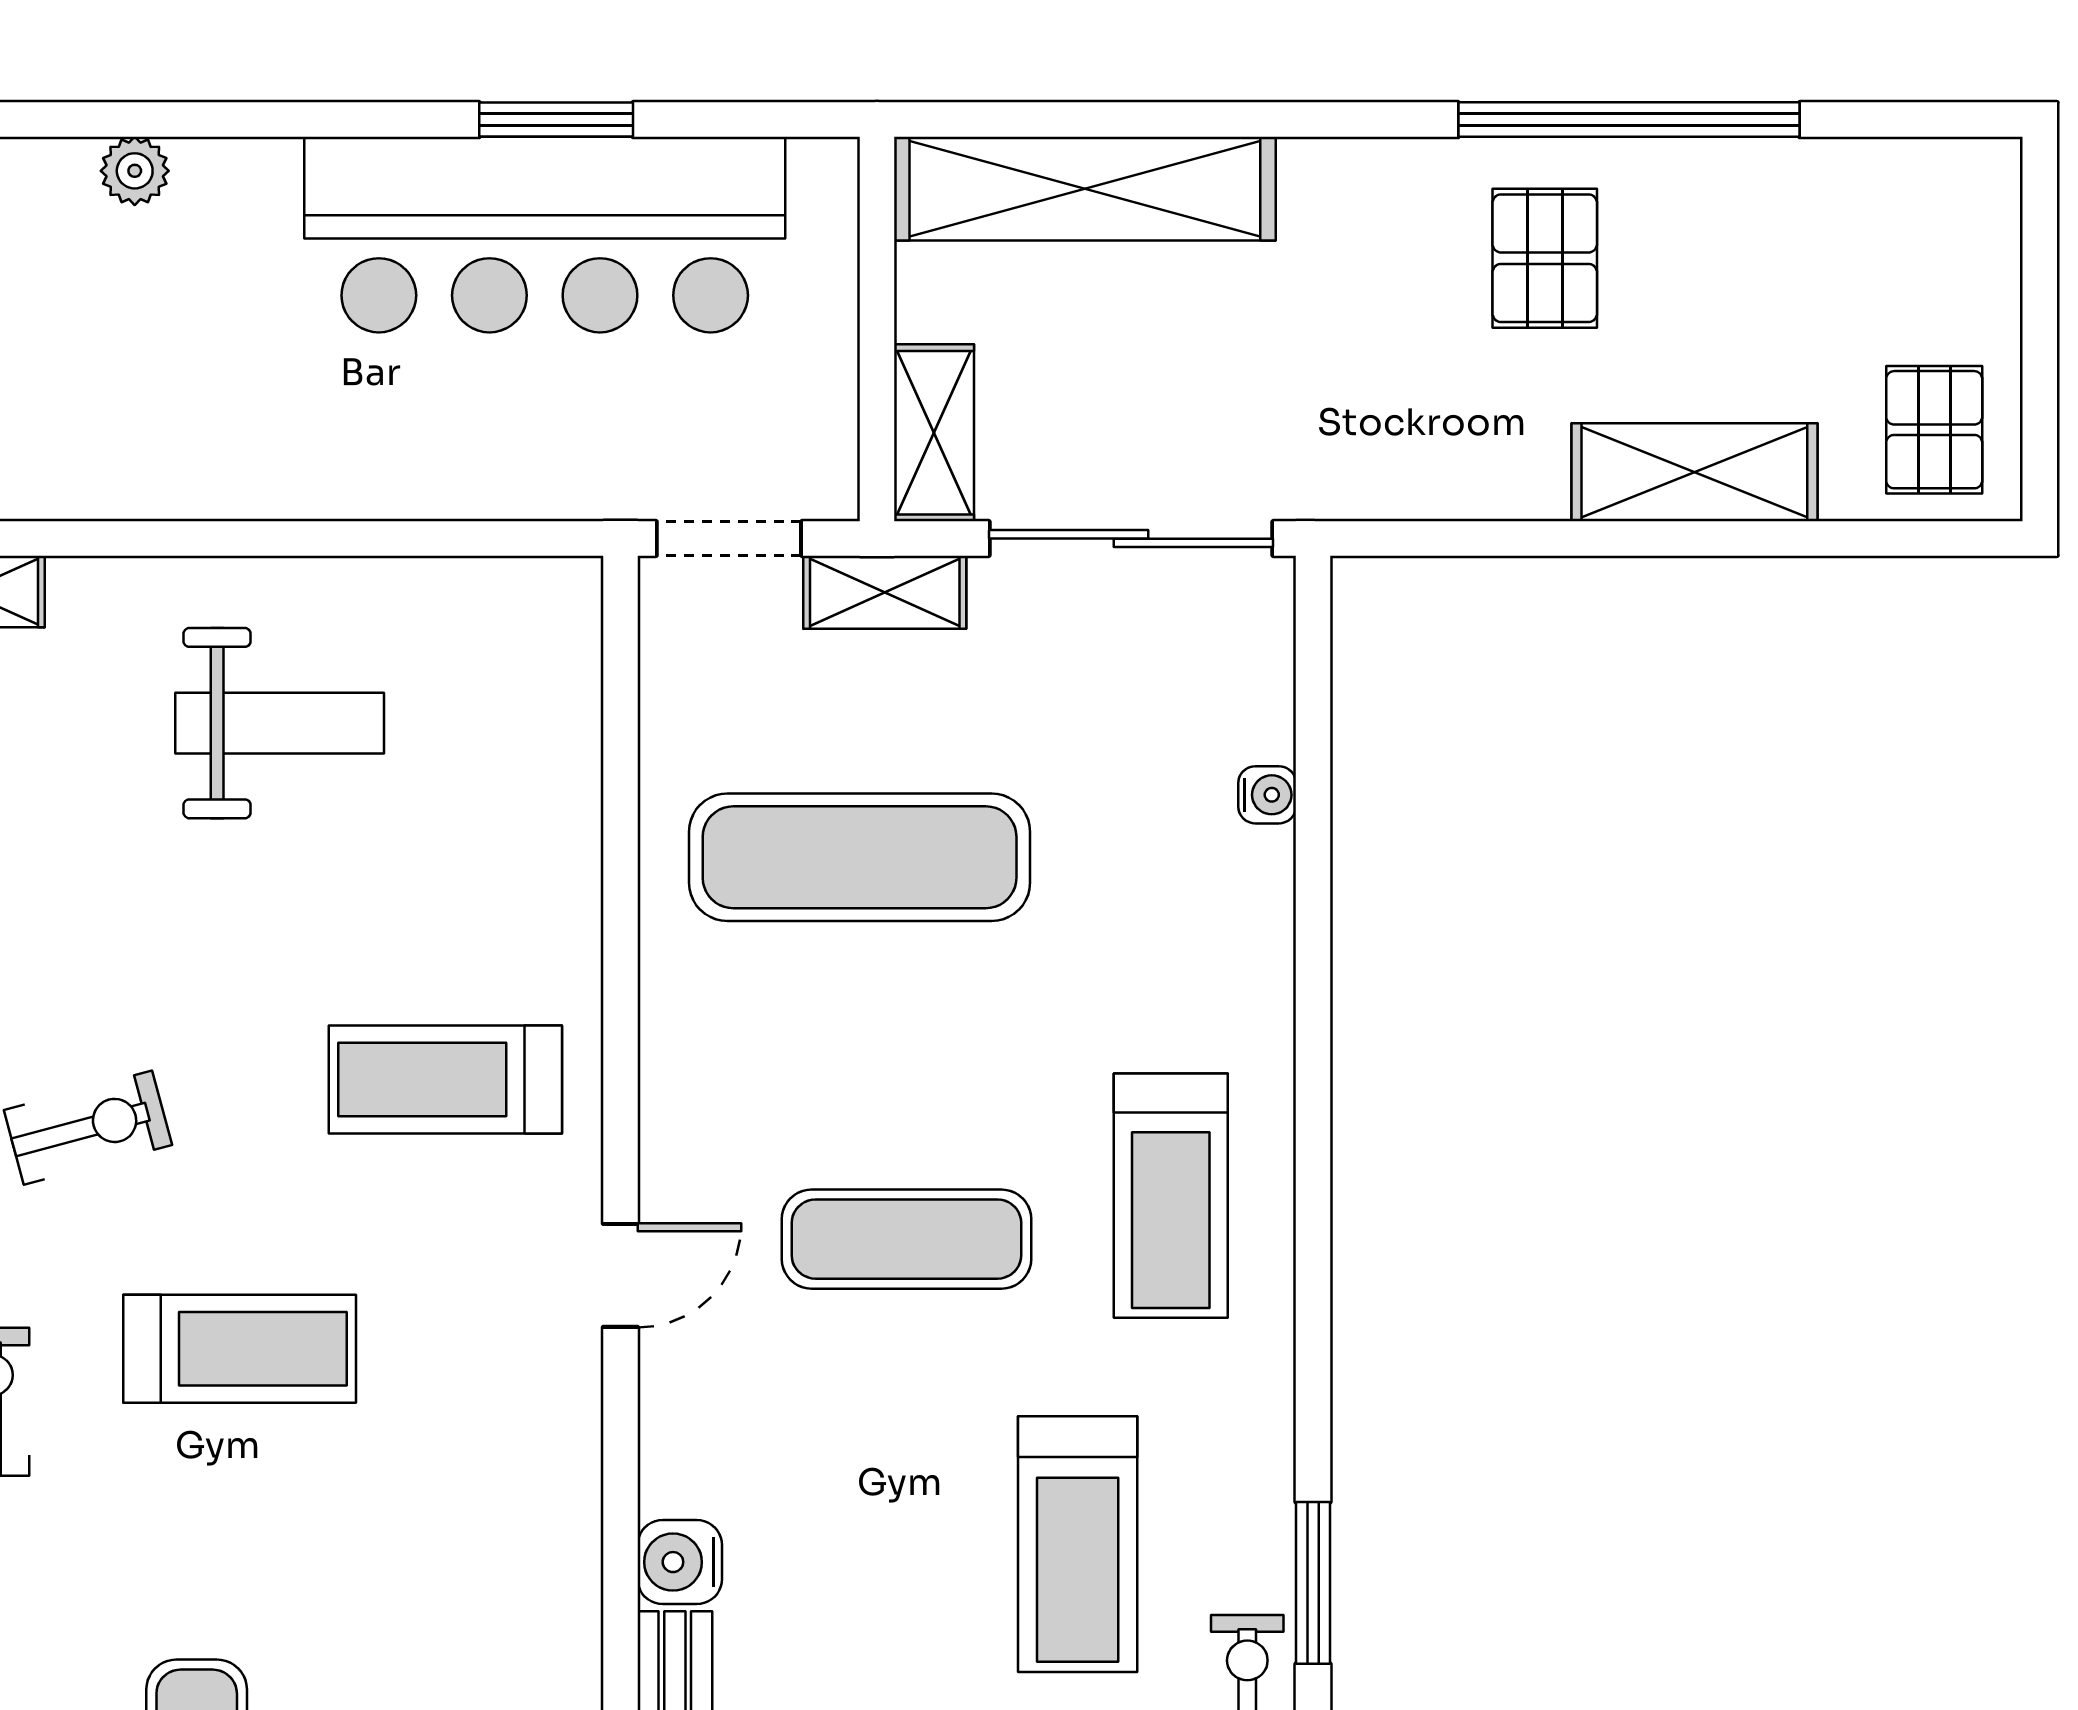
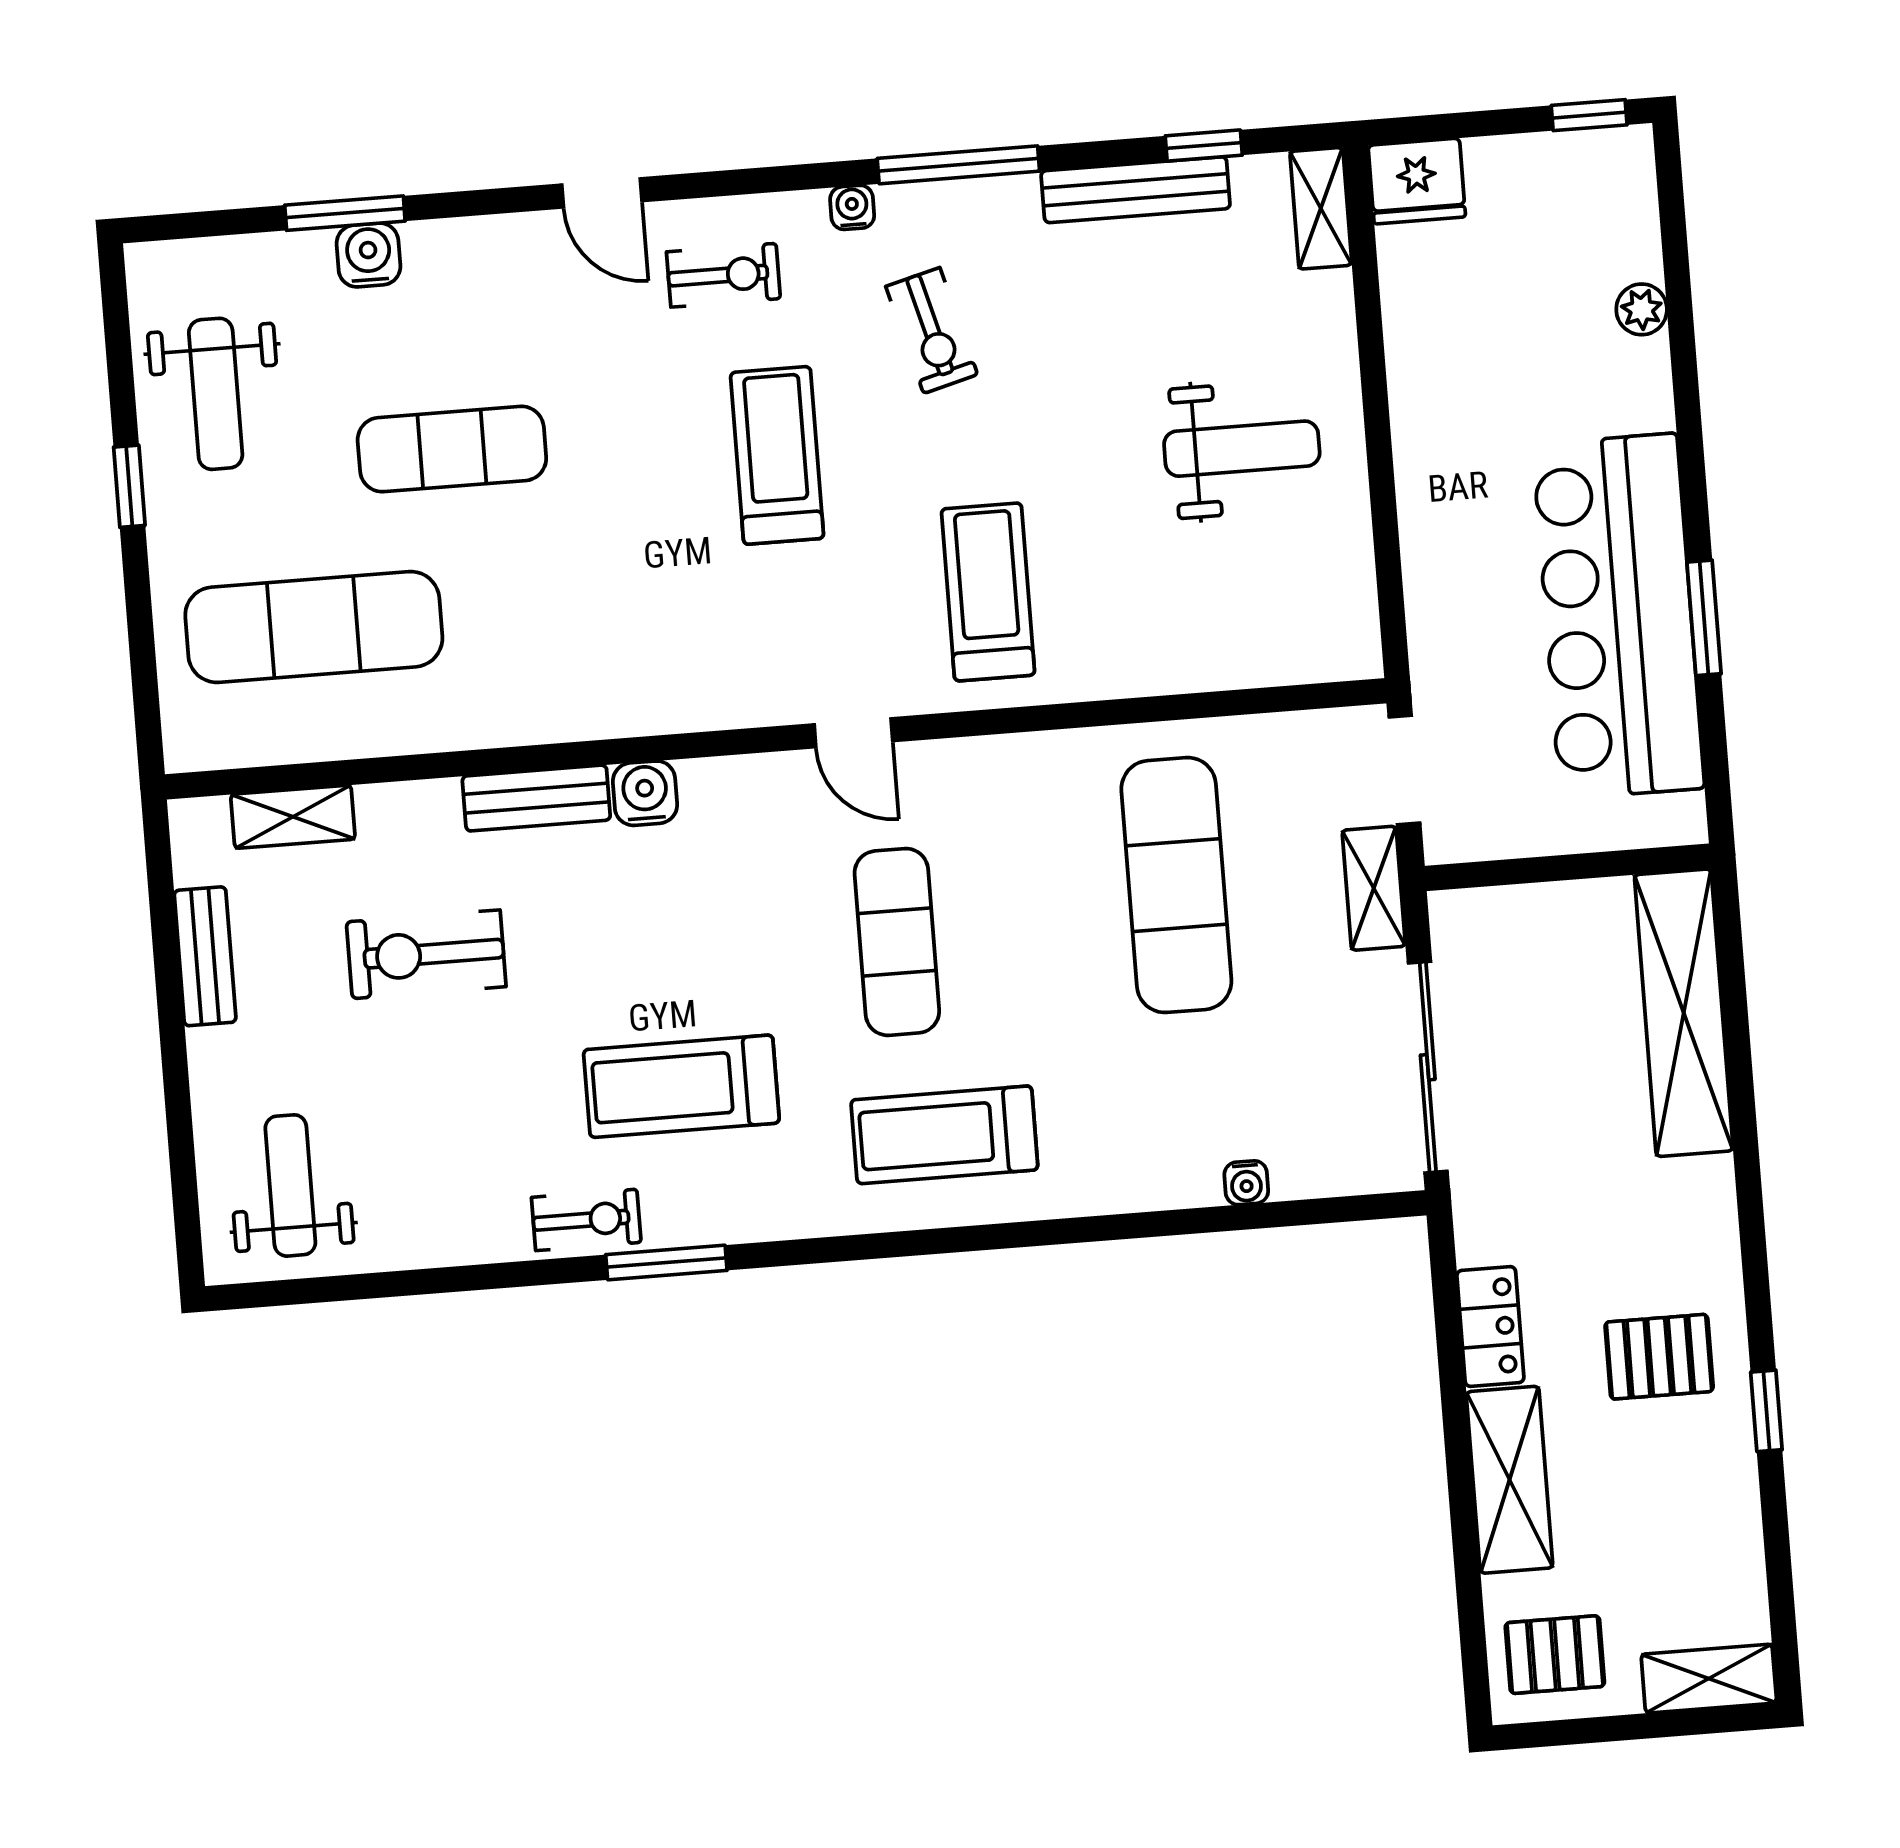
window: (1629, 120) -> (1766, 1411), width x0.32
shelving: (934, 433) -> (1709, 1679), moved
locker: (1486, 482) -> (1490, 1326), added
weight bench: (280, 723) -> (1242, 449), turned -90
treadmill: (240, 1349) -> (777, 455), turned 180

